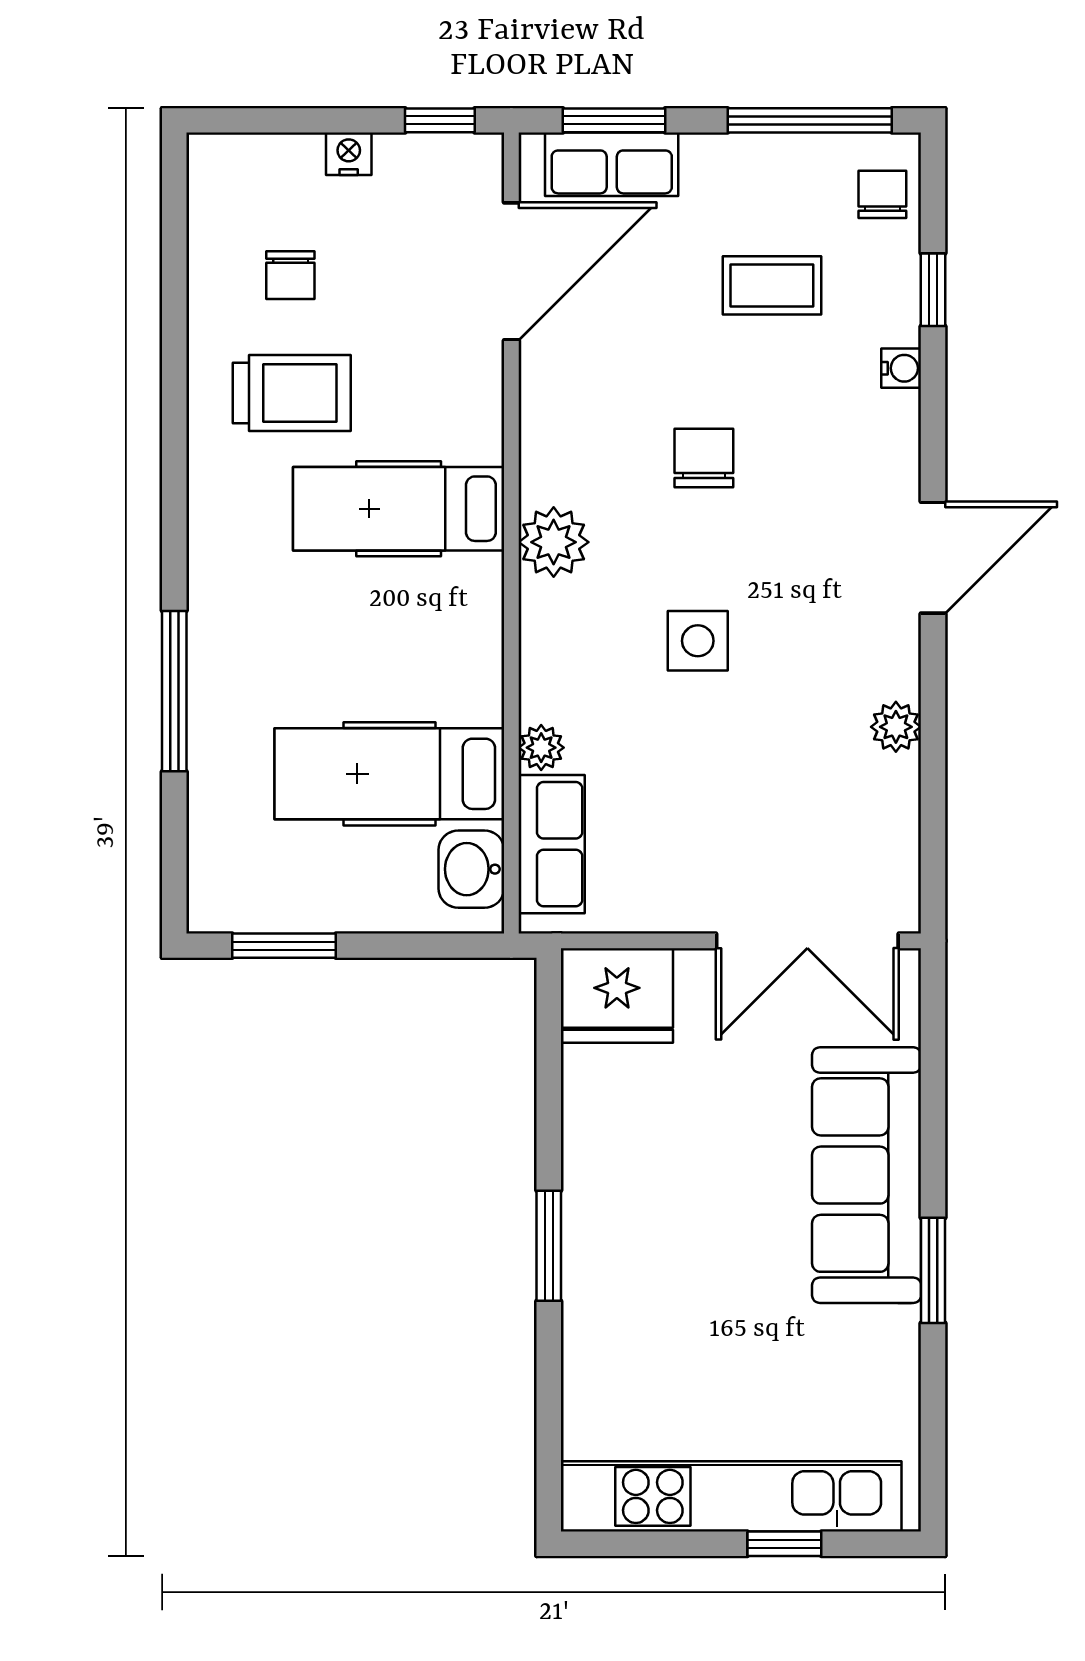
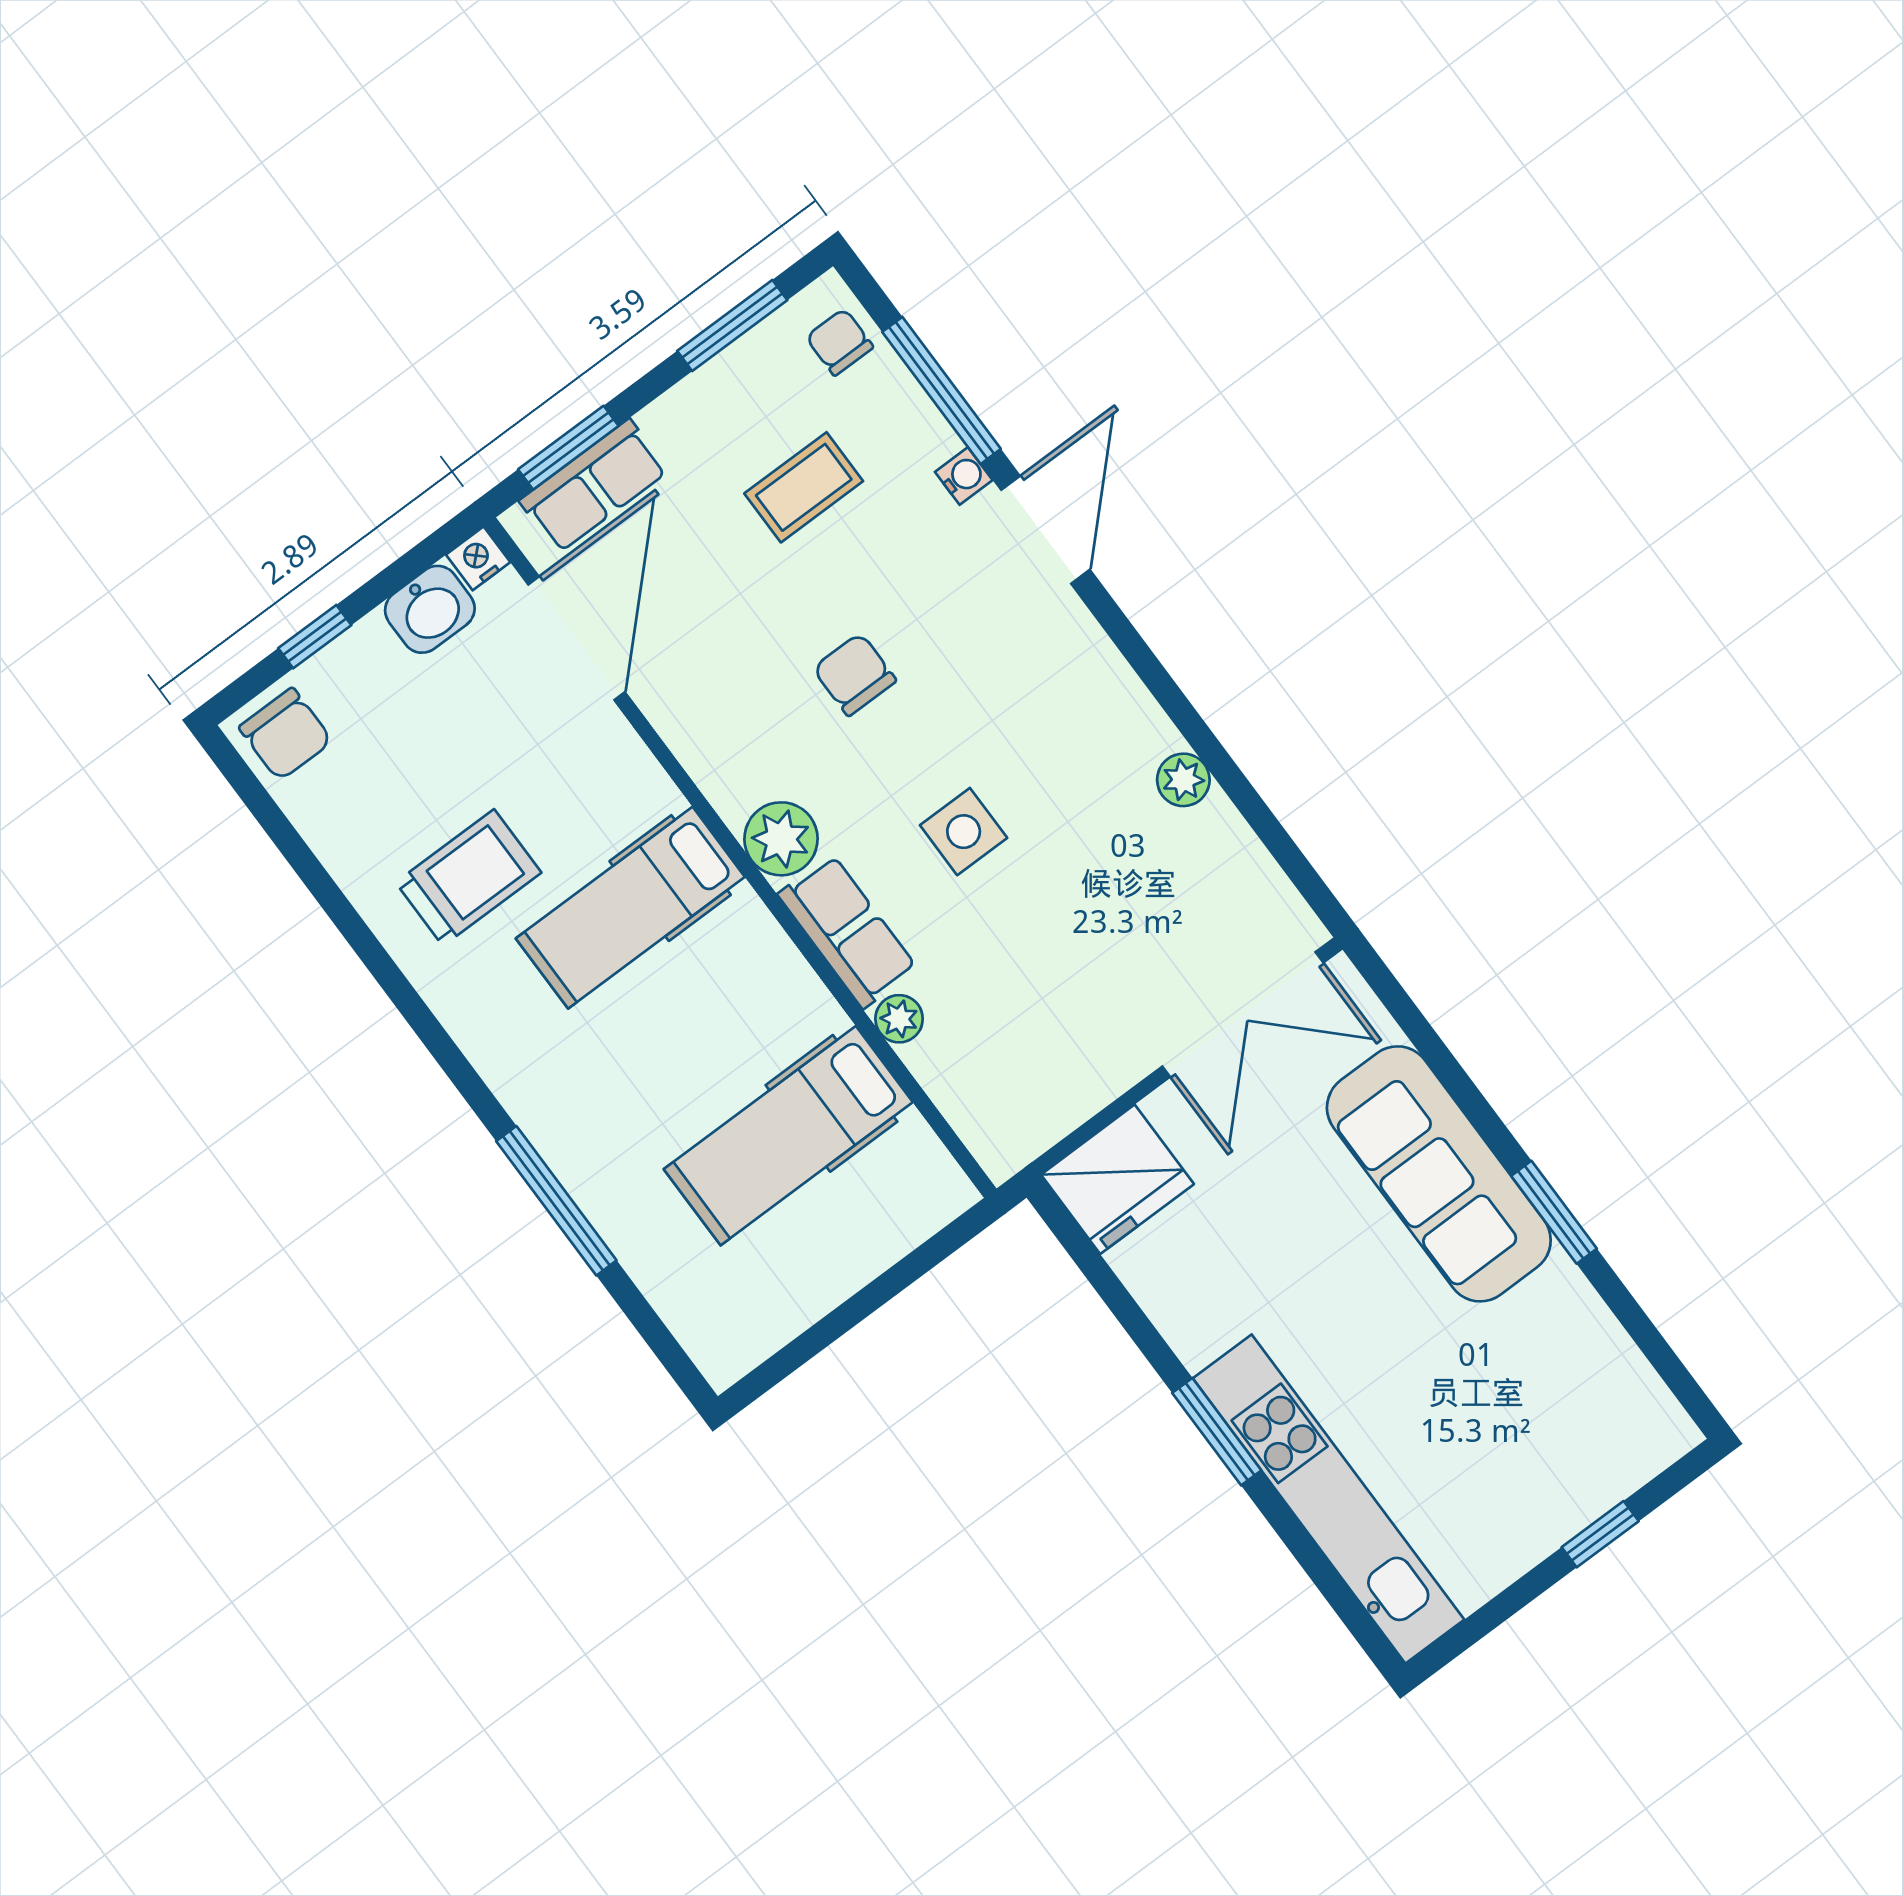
window: (440, 120) -> (315, 637), moved
window: (810, 120) -> (732, 325), width x0.69
nightstand: (349, 154) -> (478, 558), moved
chair: (290, 275) -> (286, 734), moved, width x1.37, depth x1.37
window: (933, 290) -> (941, 390), width x2.17
door: (933, 558) -> (1045, 530), moved
row of seats: (552, 844) -> (847, 931), moved
washbasin: (471, 869) -> (430, 609), moved, turned -90
window: (284, 946) -> (807, 1345), removed
kitchen unit: (731, 1496) -> (1328, 1499), moved, turned 90

